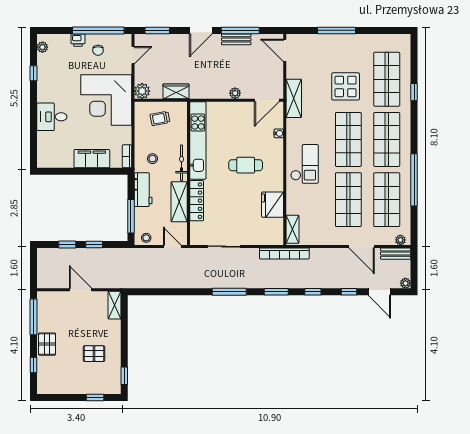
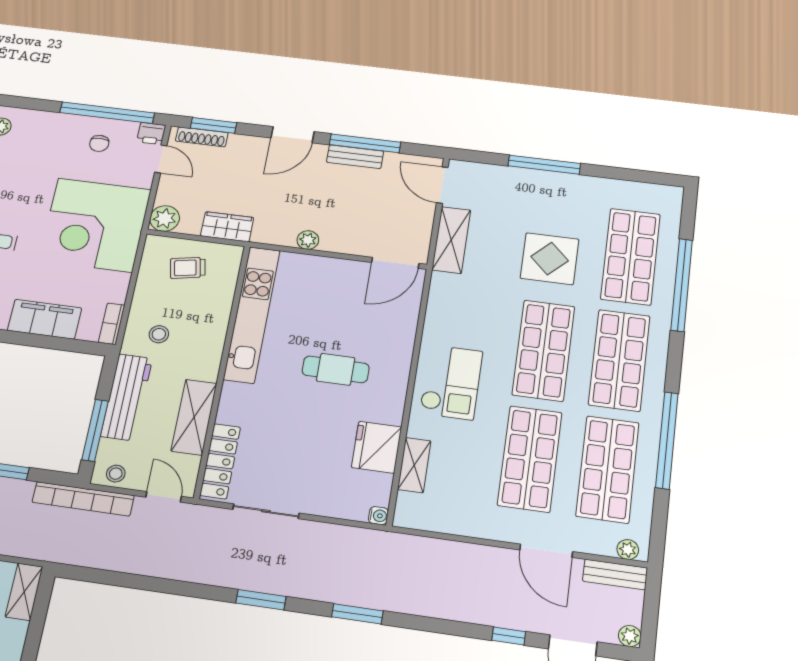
shoe rack: (152, 38) -> (202, 137), added
printer: (78, 40) -> (151, 133), moved
door: (133, 55) -> (161, 159), hinge flipped
window: (414, 92) -> (682, 285), width x3.17
plant: (235, 93) -> (308, 240), moved
shelving: (294, 98) -> (451, 240), moved
water cooler: (279, 133) -> (378, 516), moved
bicycle: (182, 163) -> (213, 349), removed
workbench: (143, 190) -> (127, 397), width x1.38
locker: (197, 201) -> (220, 461), moved
shelving: (292, 229) -> (414, 465), moved
bookcase: (284, 253) -> (83, 499), moved
window: (229, 292) -> (261, 600), width x0.69
window: (313, 292) -> (433, 625), removed

